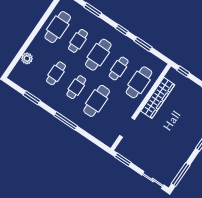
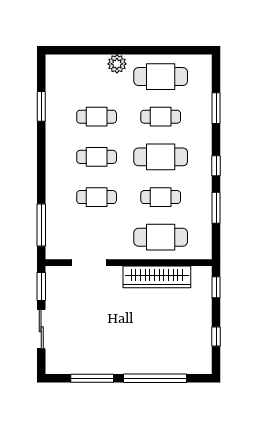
plant: (27, 58) -> (117, 64), moved
cafe table: (97, 101) -> (97, 197), width x0.73, depth x0.74
window: (66, 121) -> (41, 225), moved
window: (181, 175) -> (92, 378), moved
sliding door: (153, 180) -> (41, 329), moved

